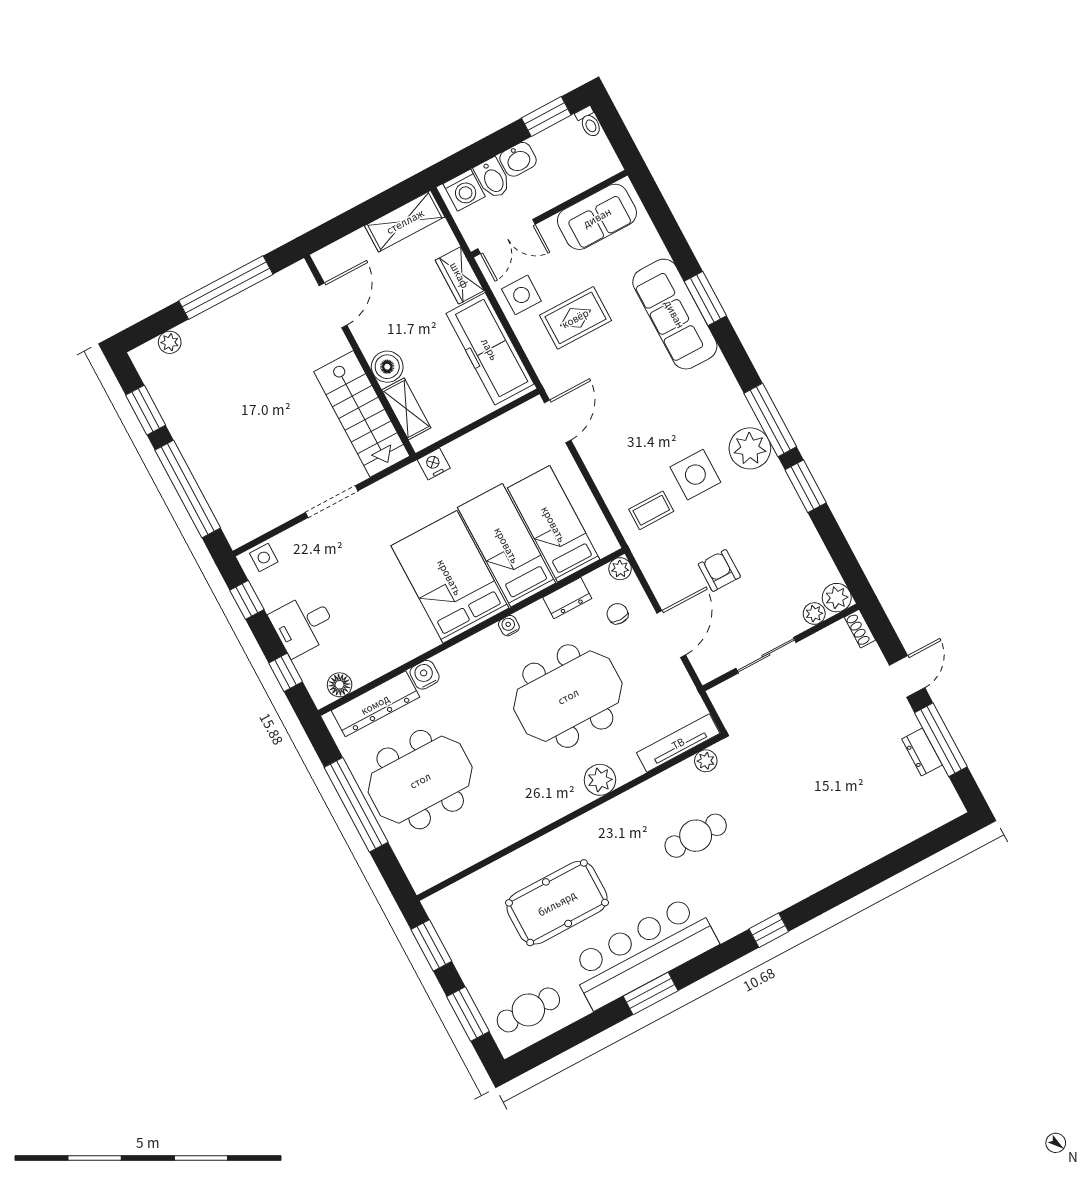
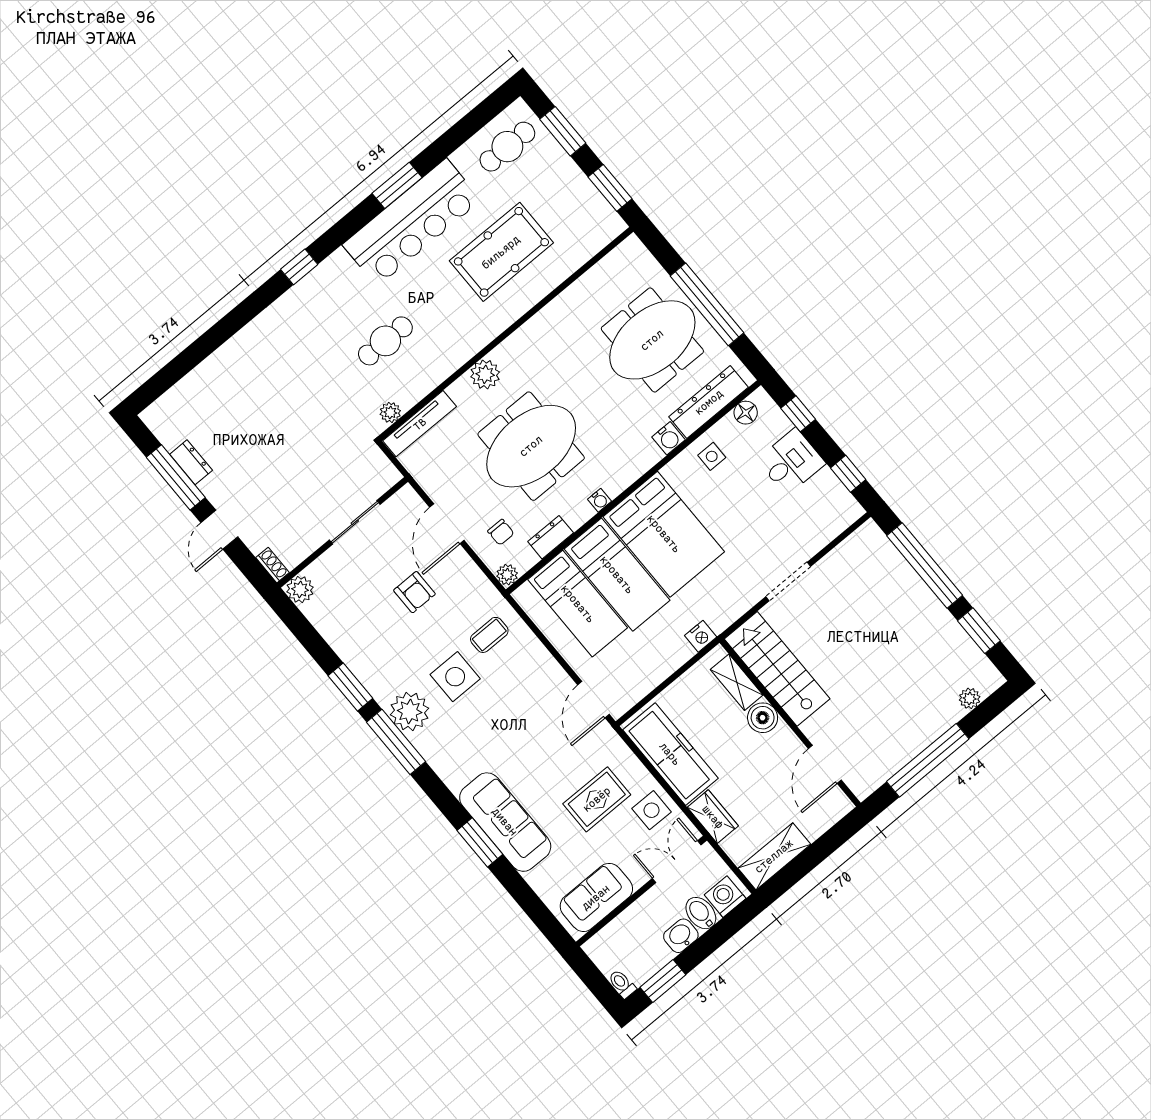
side table: (264, 558) -> (712, 456), moved
plant: (814, 614) -> (318, 570), removed

